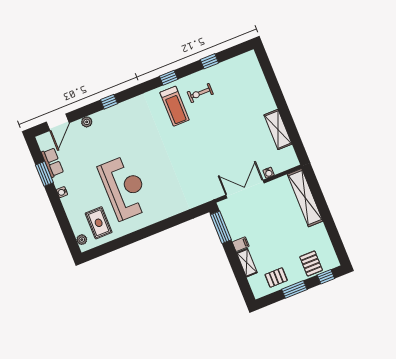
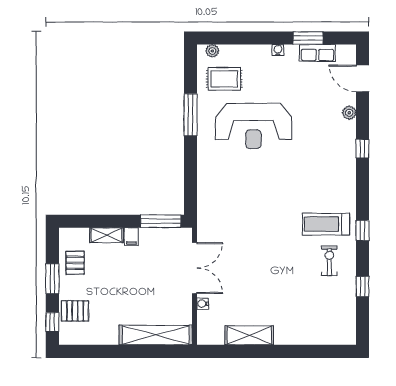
window: (135, 237) -> (191, 115), added

